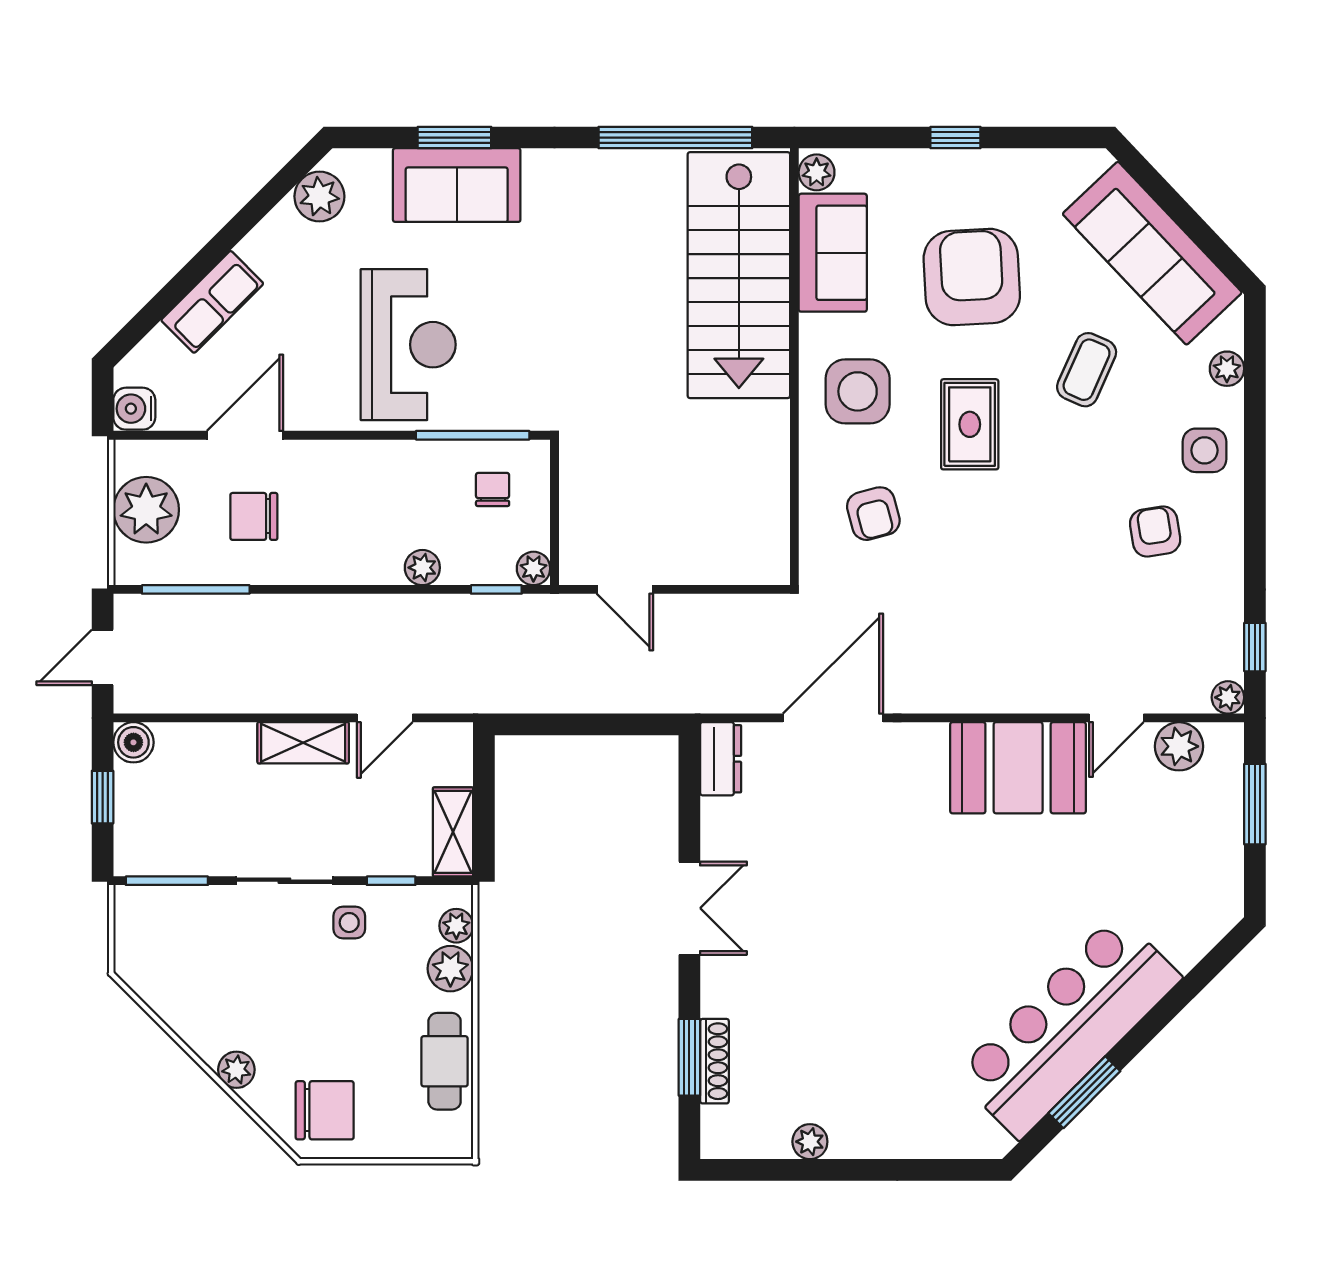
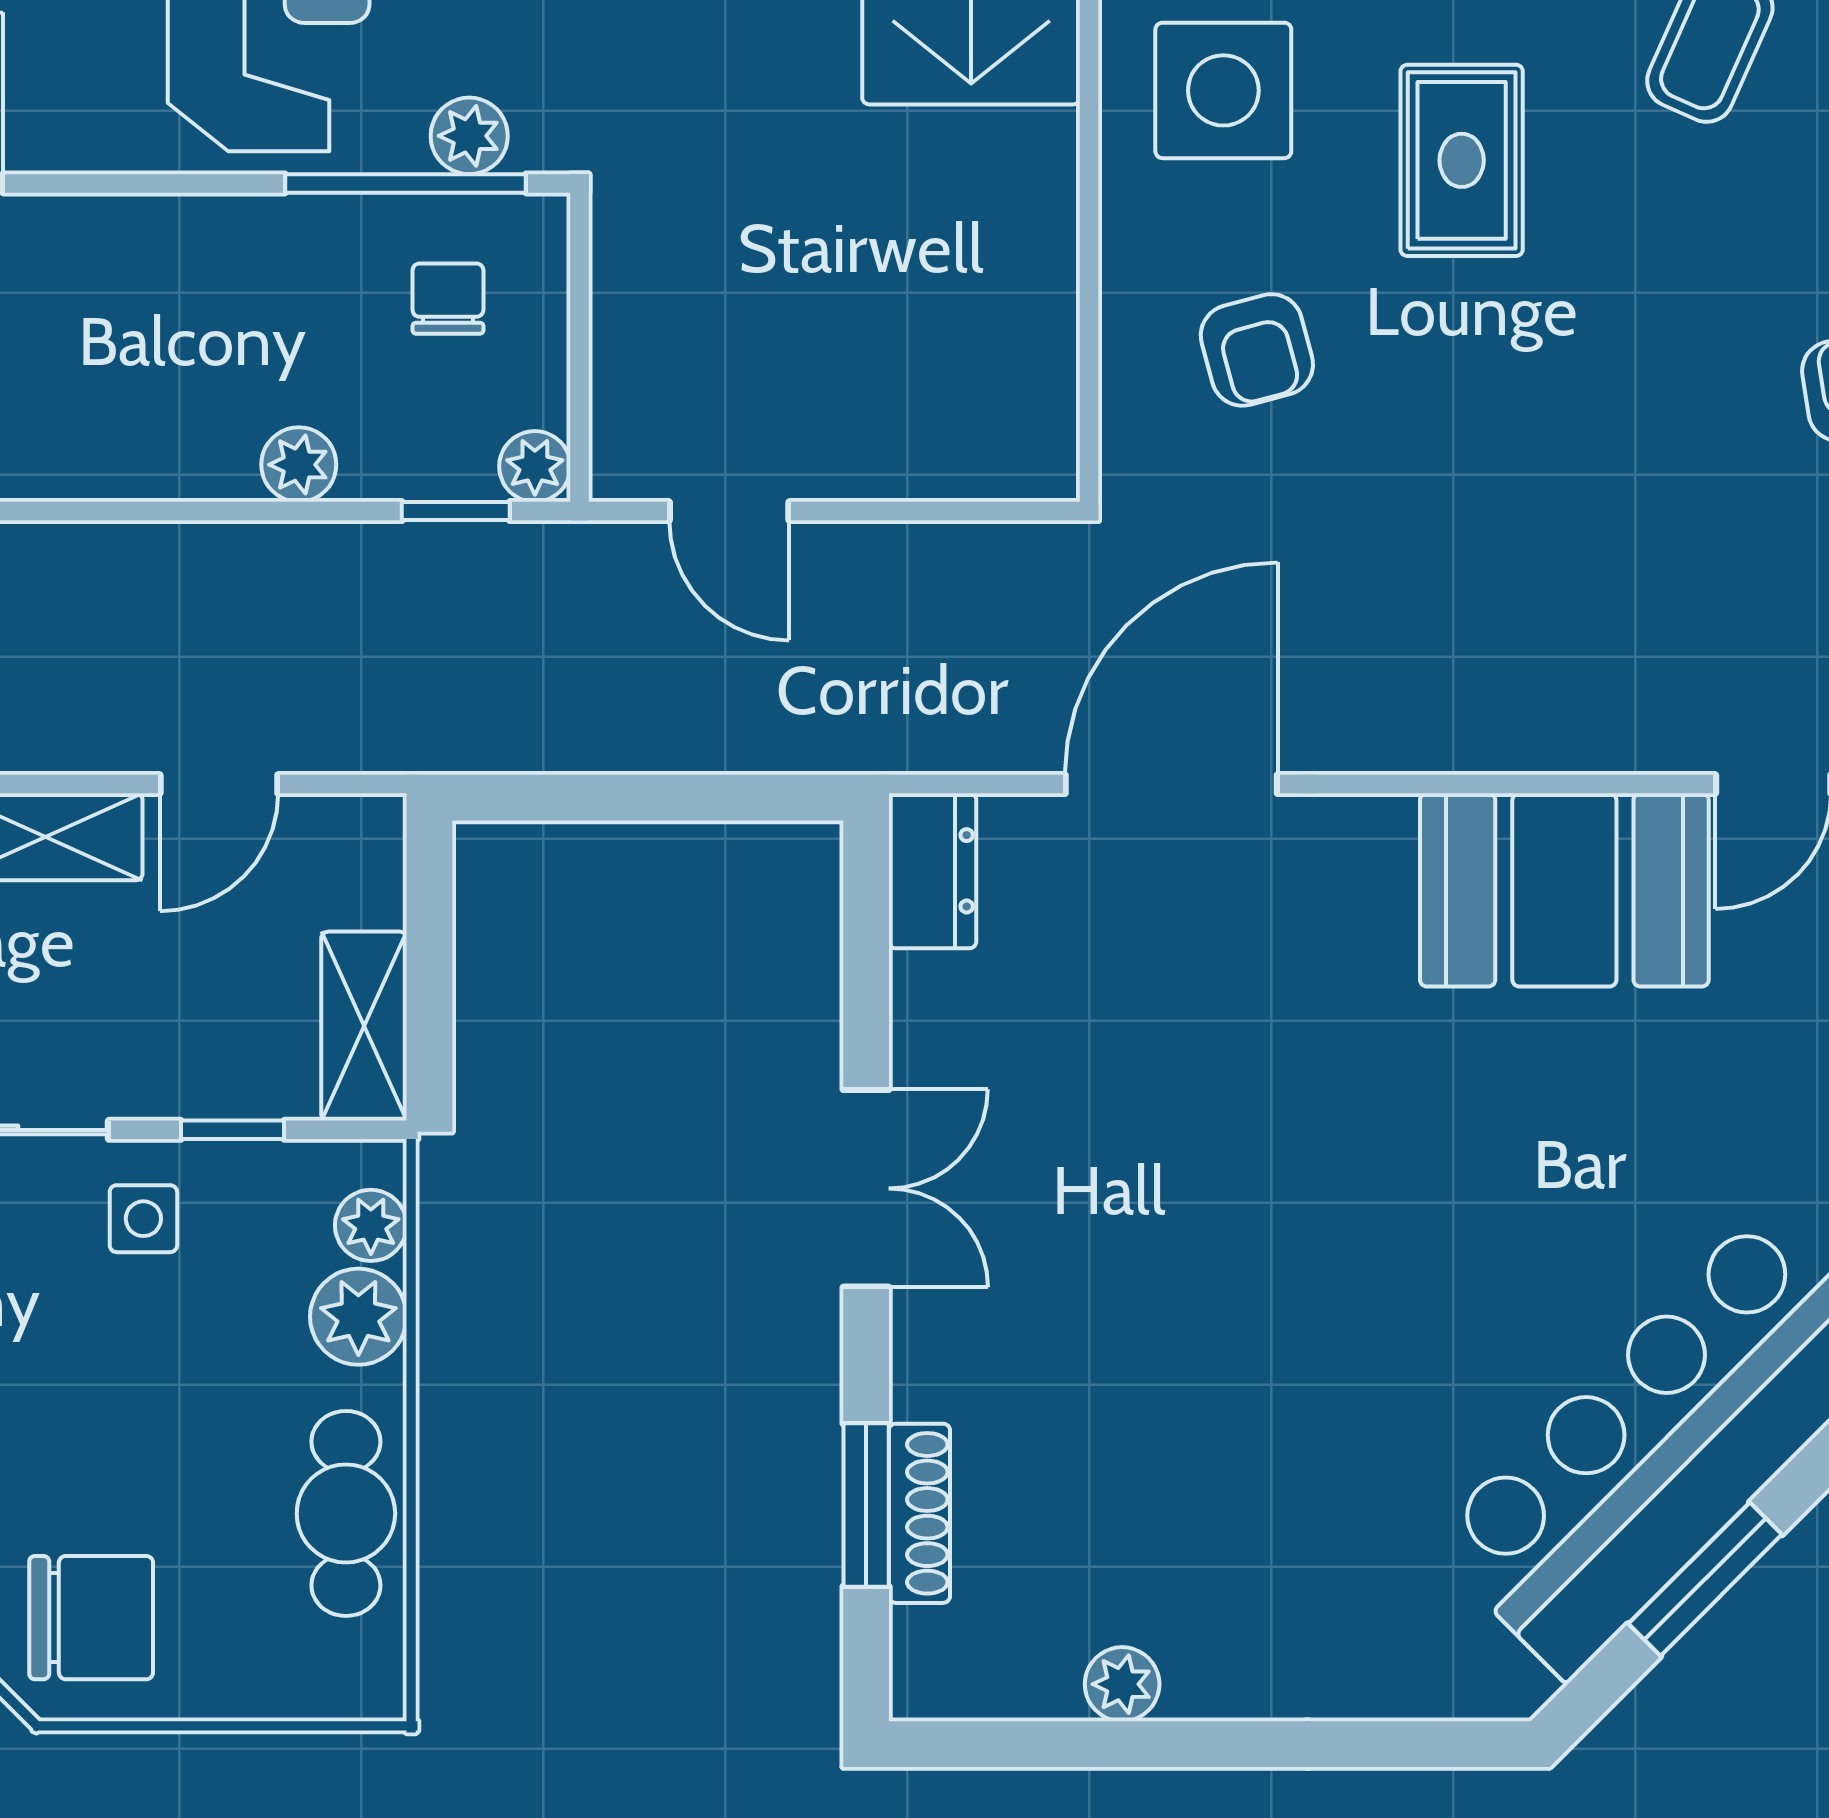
plant: (503, 413) -> (469, 136), added

